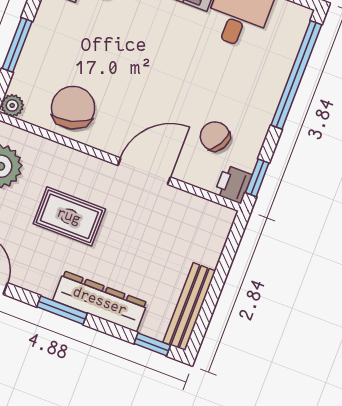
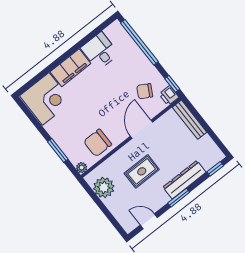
chair: (73, 108) -> (98, 143), turned -75
bench: (189, 307) -> (190, 120), moved

